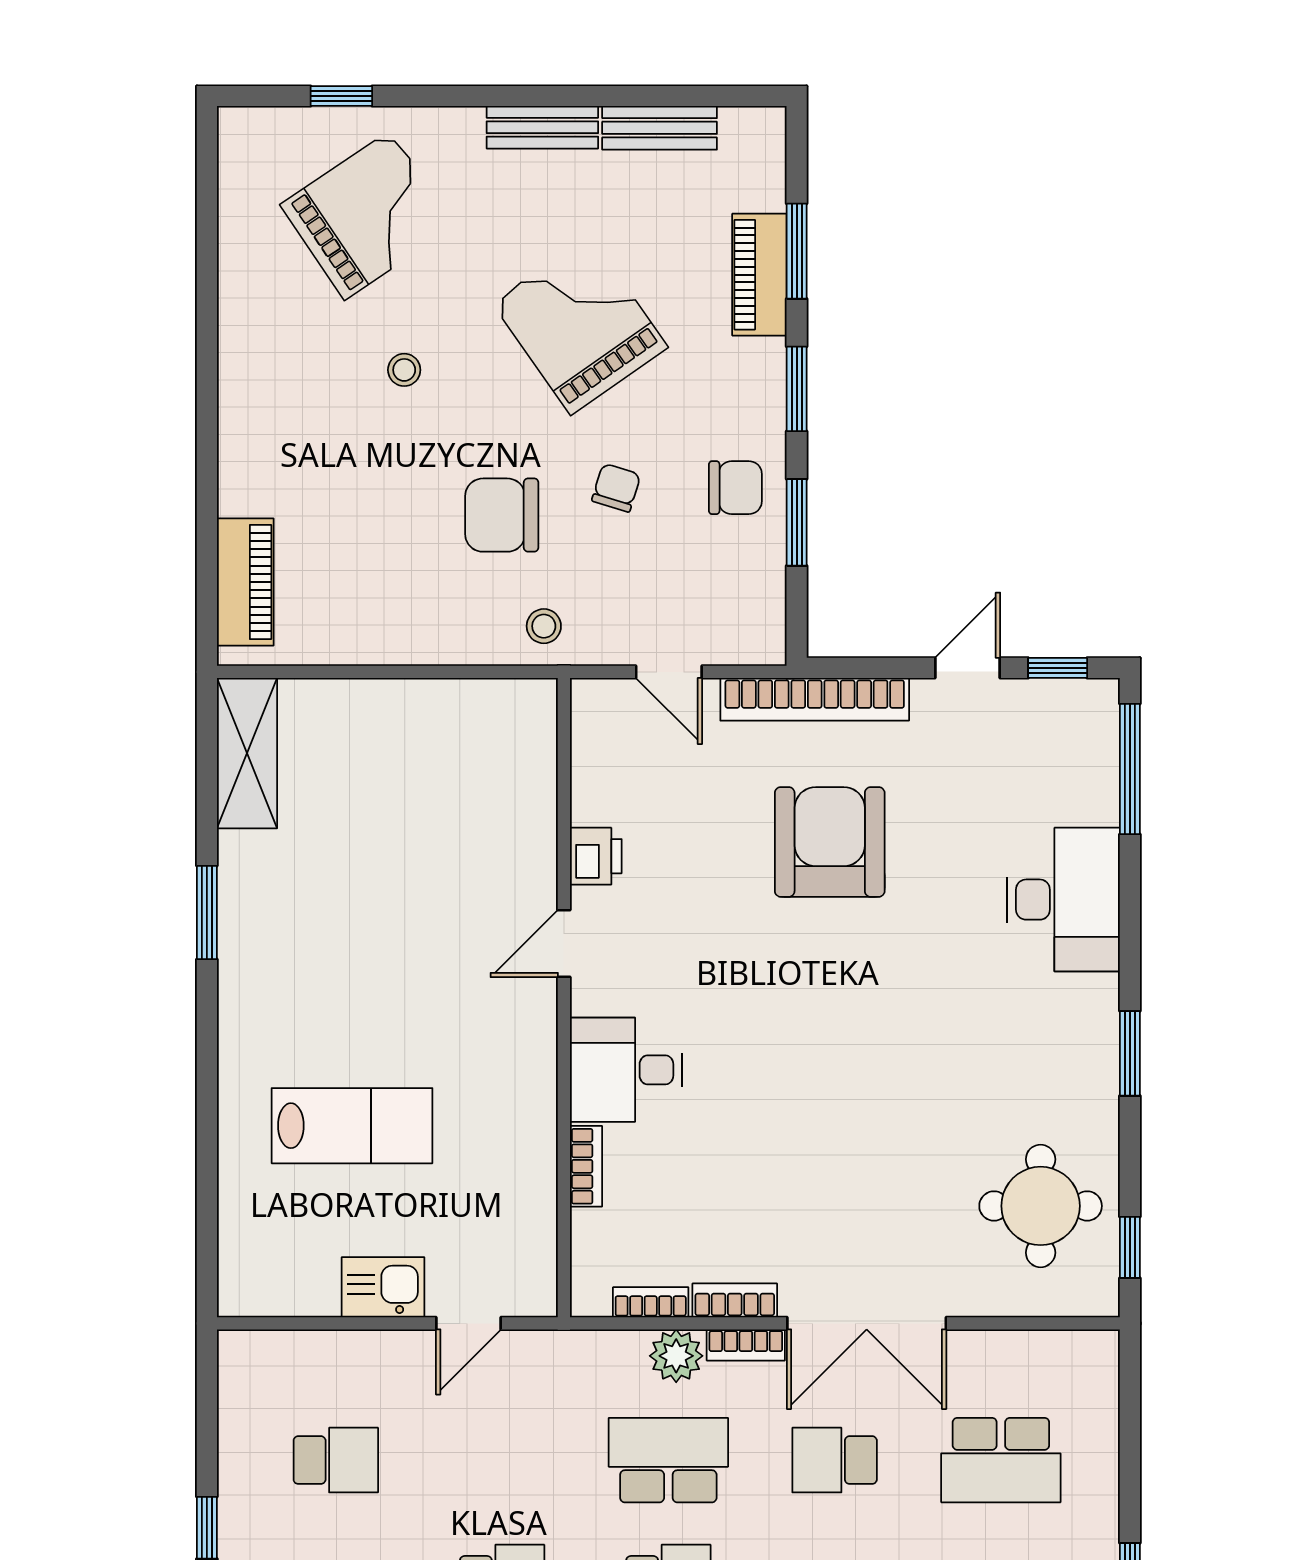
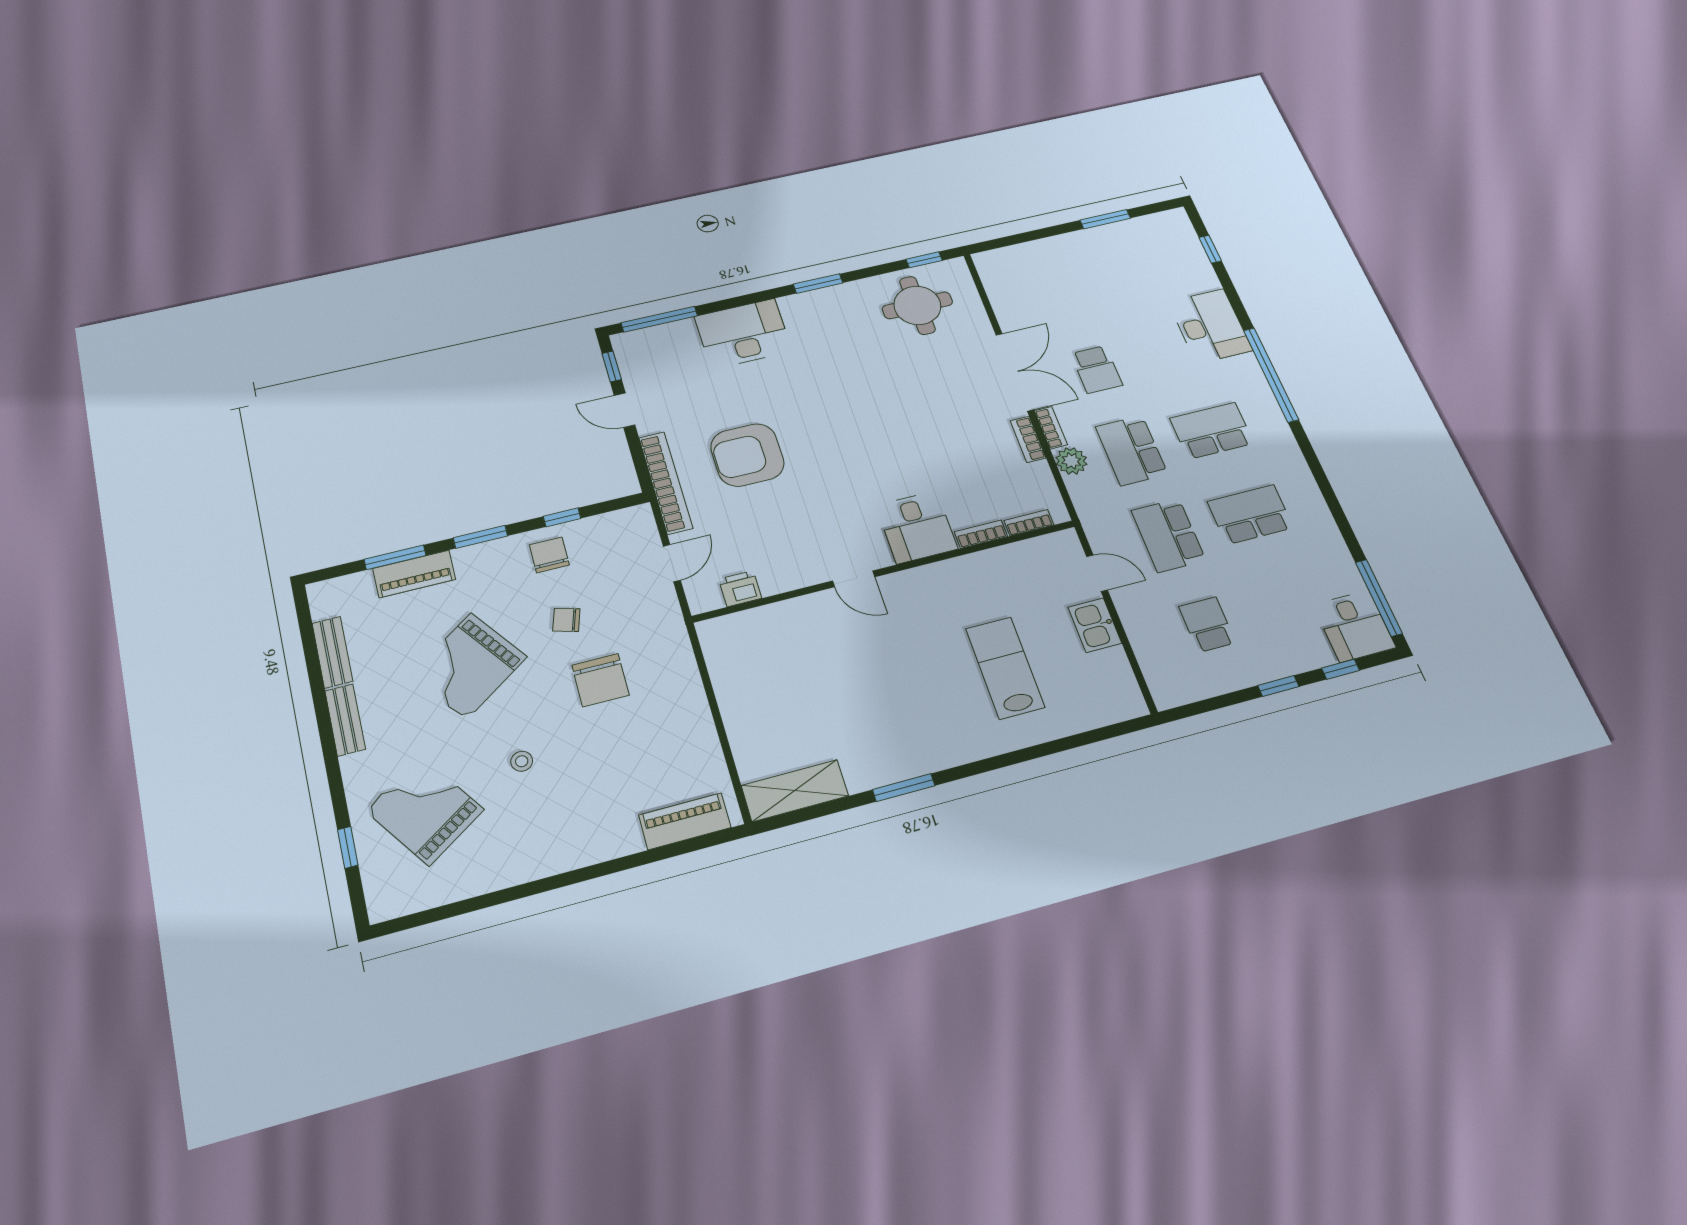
window: (797, 522) -> (562, 517), width x0.67
stool: (544, 626) -> (664, 639), removed
printer: (596, 856) -> (740, 589), moved
bookcase: (651, 1302) -> (1029, 523), moved, turned 90
school desk: (1001, 1460) -> (1168, 535), moved, turned 180

